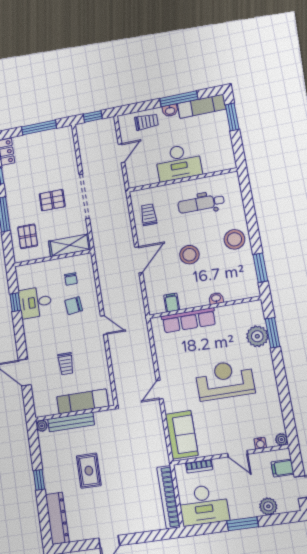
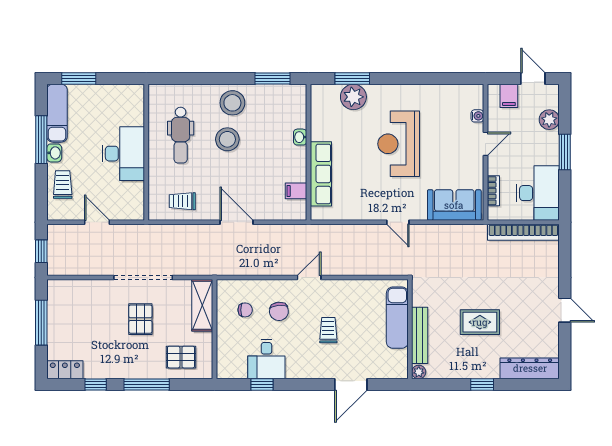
stool: (189, 255) -> (227, 139), moved
trolley: (66, 364) -> (328, 330), moved, turned -90
plant: (281, 439) -> (477, 91), removed

